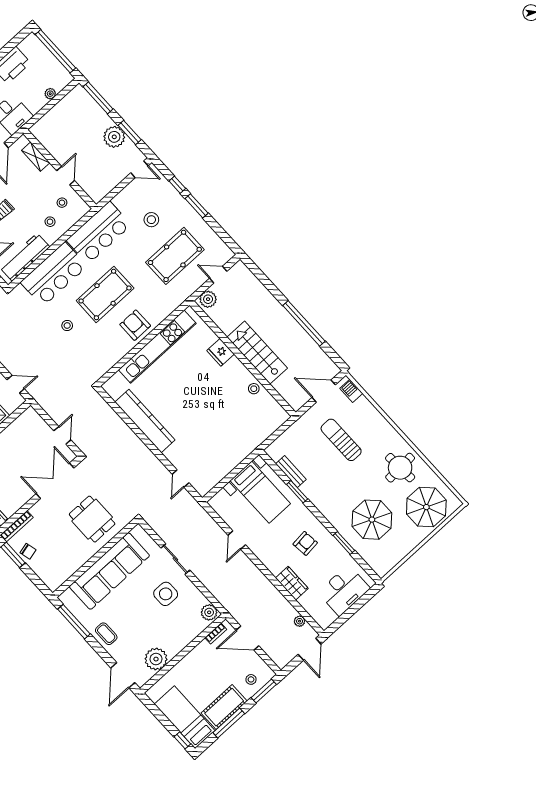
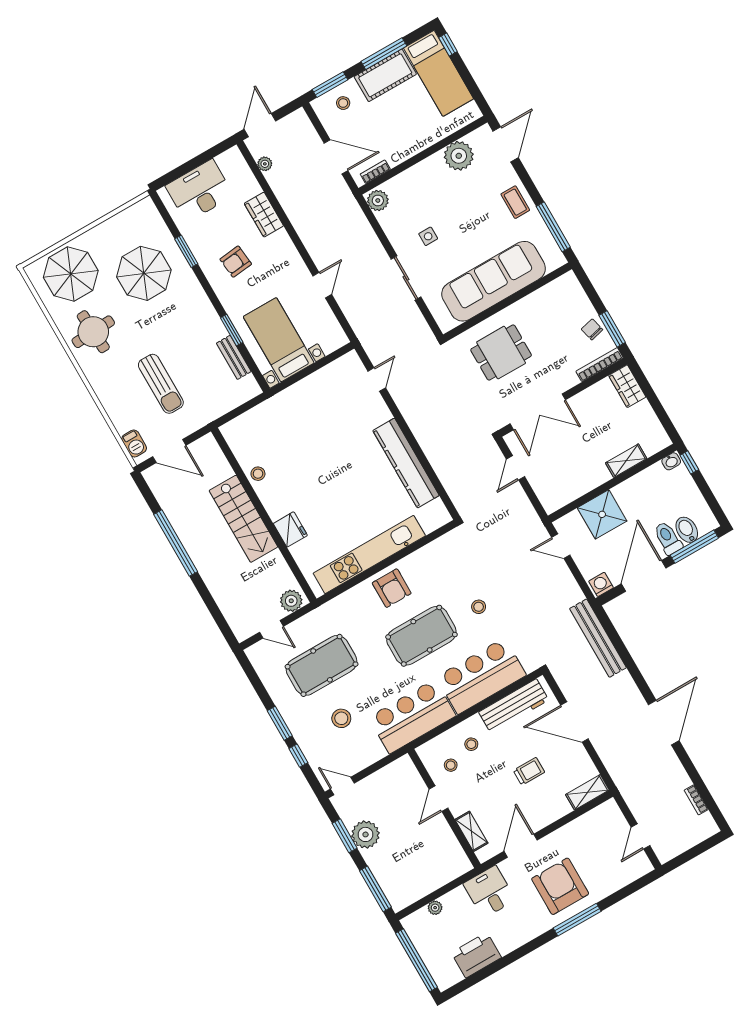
dining table: (92, 519) -> (501, 353), turned 90
side table: (166, 594) -> (428, 236), width x0.54, depth x0.54

